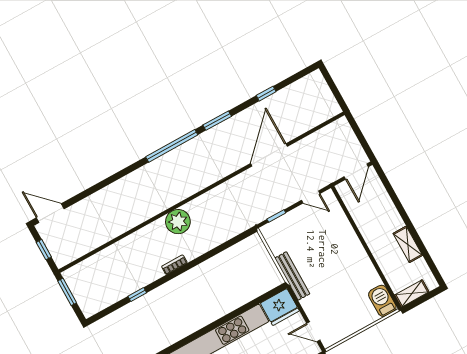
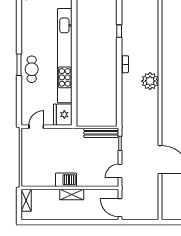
shelving: (408, 244) -> (72, 195), moved
bench: (292, 276) -> (101, 133), moved
barbecue: (382, 301) -> (66, 180), moved

